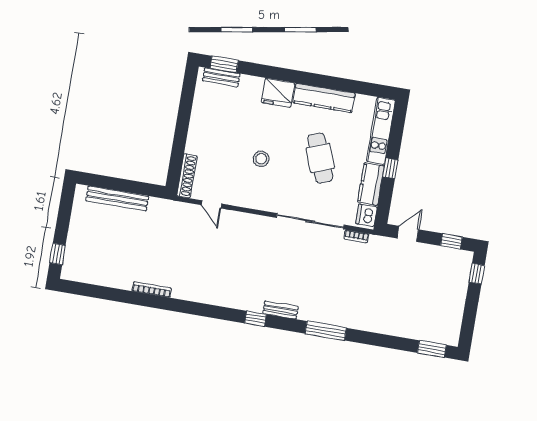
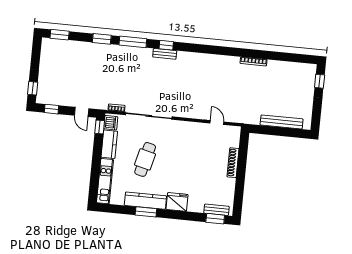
window: (324, 81) -> (146, 212), added
cafe table: (320, 158) -> (145, 159), turned 35
stool: (261, 159) -> (185, 156), removed
window: (390, 168) -> (100, 127), moved
shoe rack: (187, 176) -> (233, 163), moved
door: (408, 234) -> (82, 112), hinge flipped
window: (255, 319) -> (166, 45), moved
window: (371, 338) -> (102, 39), added

